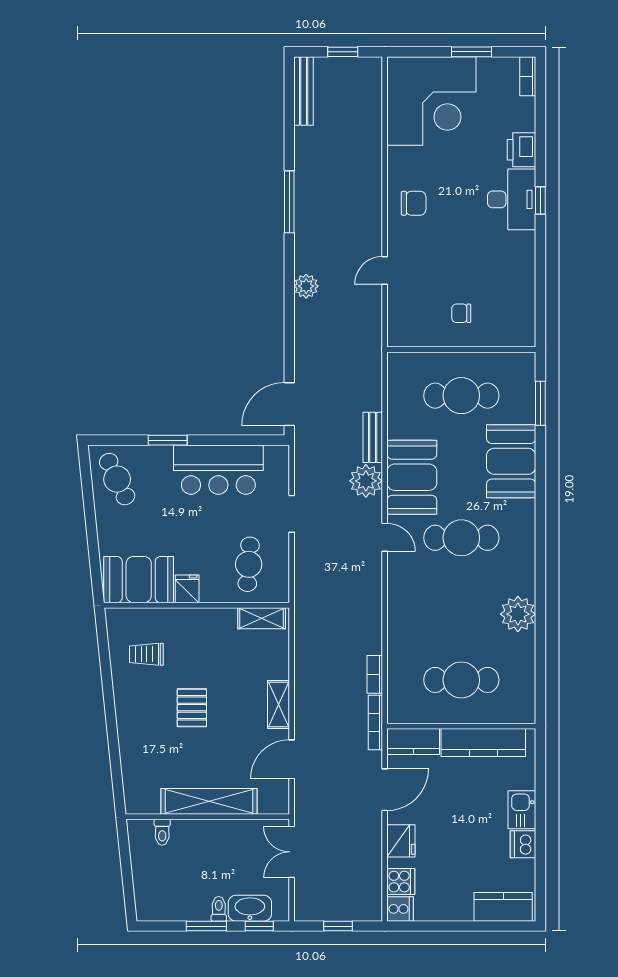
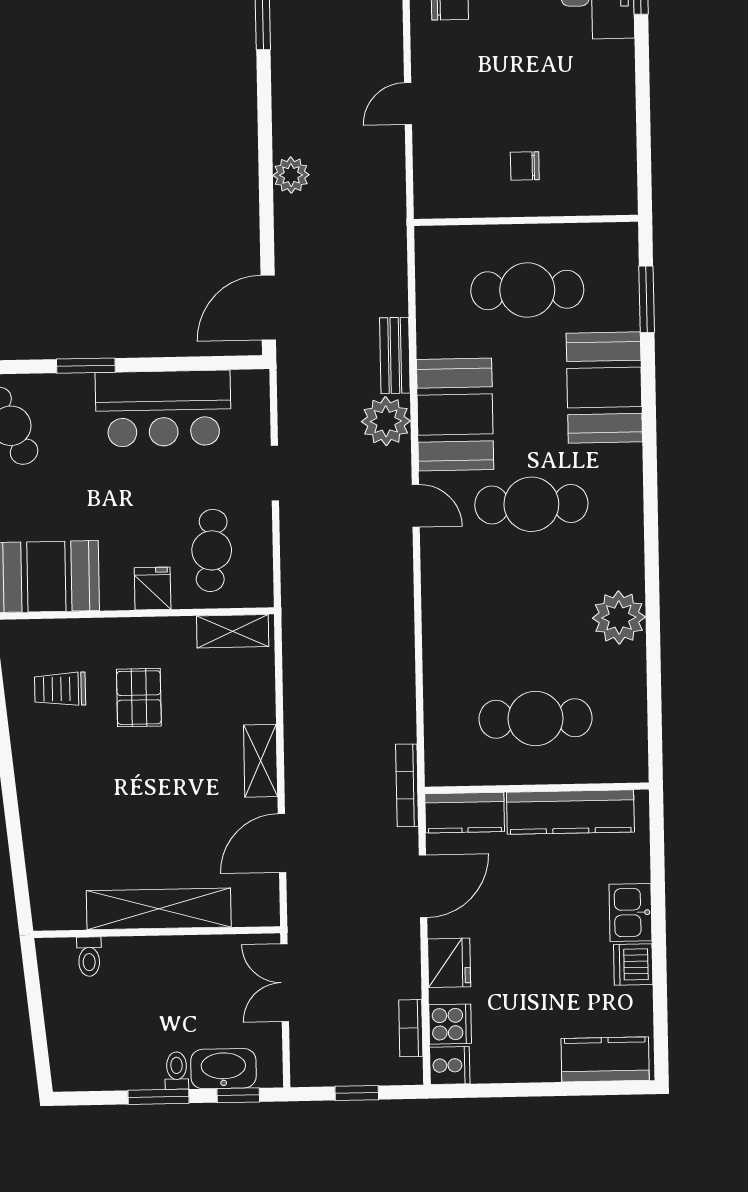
plant: (306, 286) -> (291, 175), moved
fridge: (187, 589) -> (153, 588), moved
bookcase: (375, 674) -> (411, 1028), moved
pallet: (192, 708) -> (139, 698), moved

